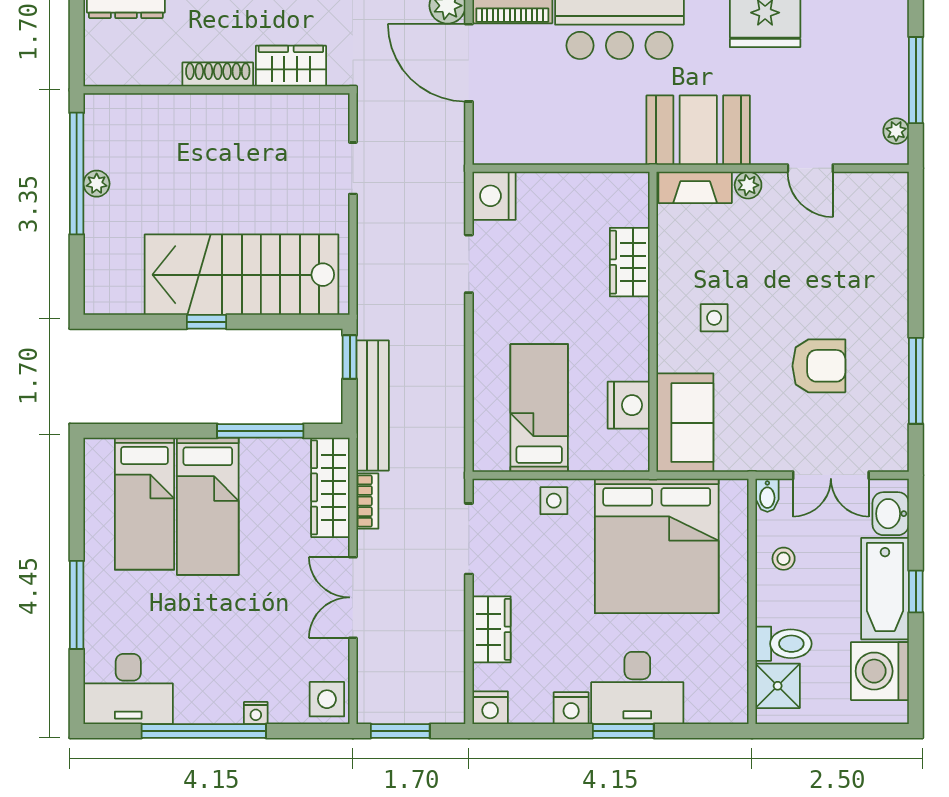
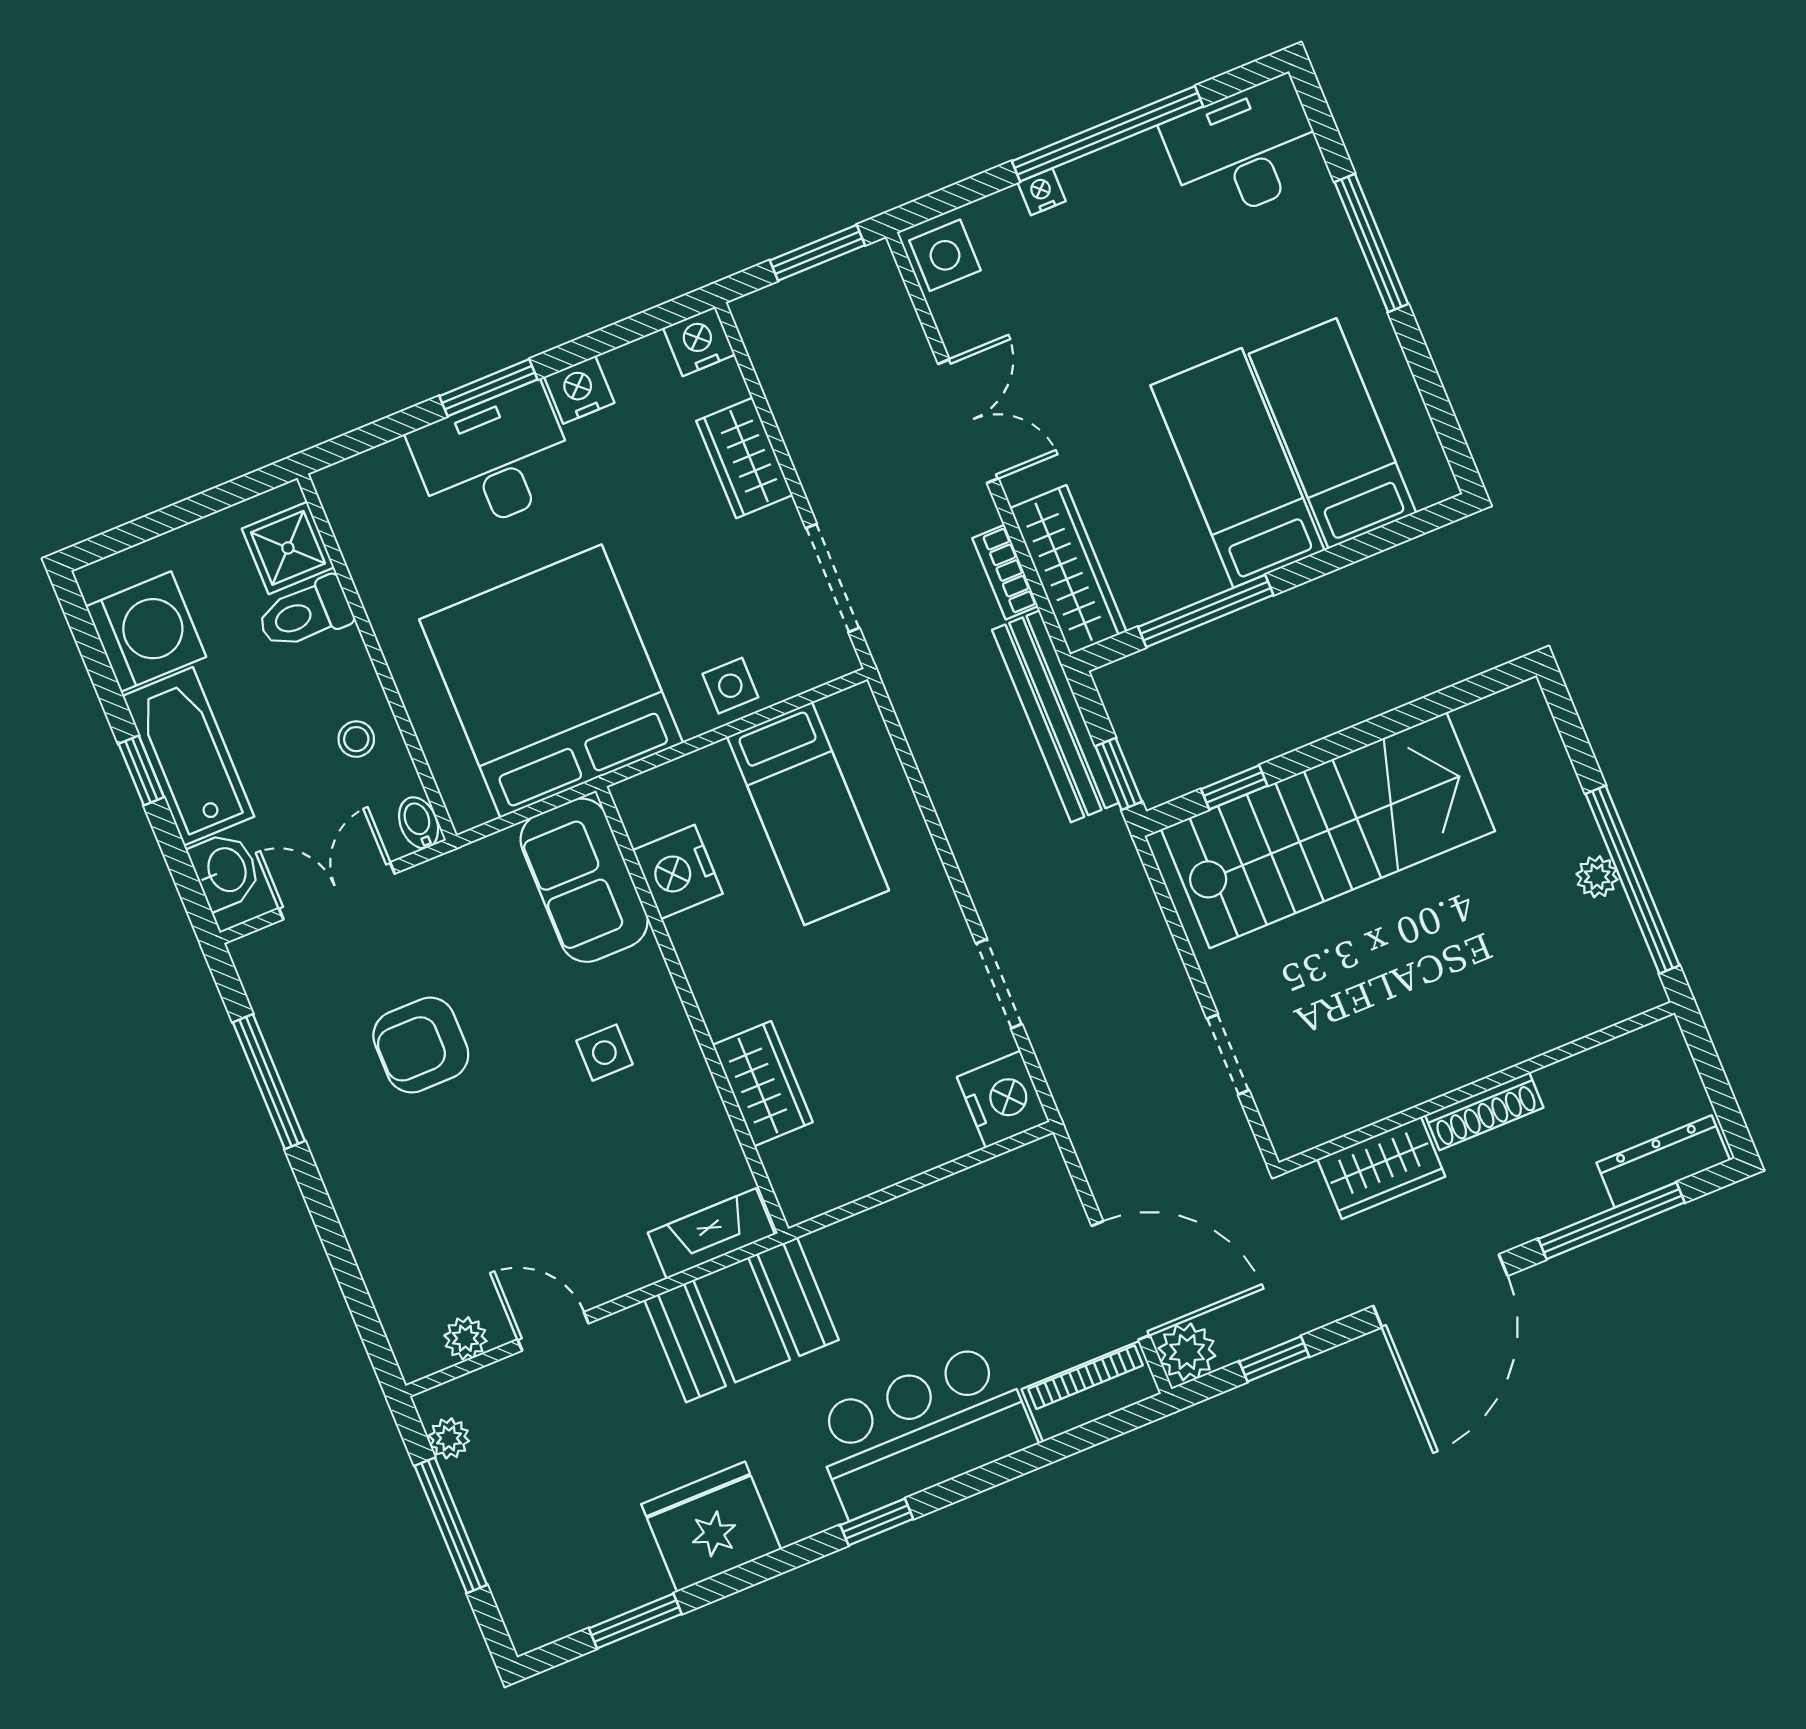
plant: (748, 185) -> (465, 1338), moved
window: (207, 322) -> (1234, 787), moved

